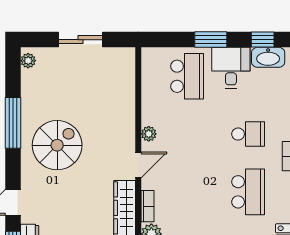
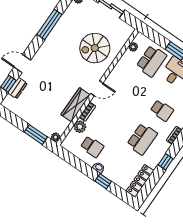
plant: (149, 134) -> (133, 47), moved
spiral stairs: (57, 145) -> (95, 48), moved, turned 180

